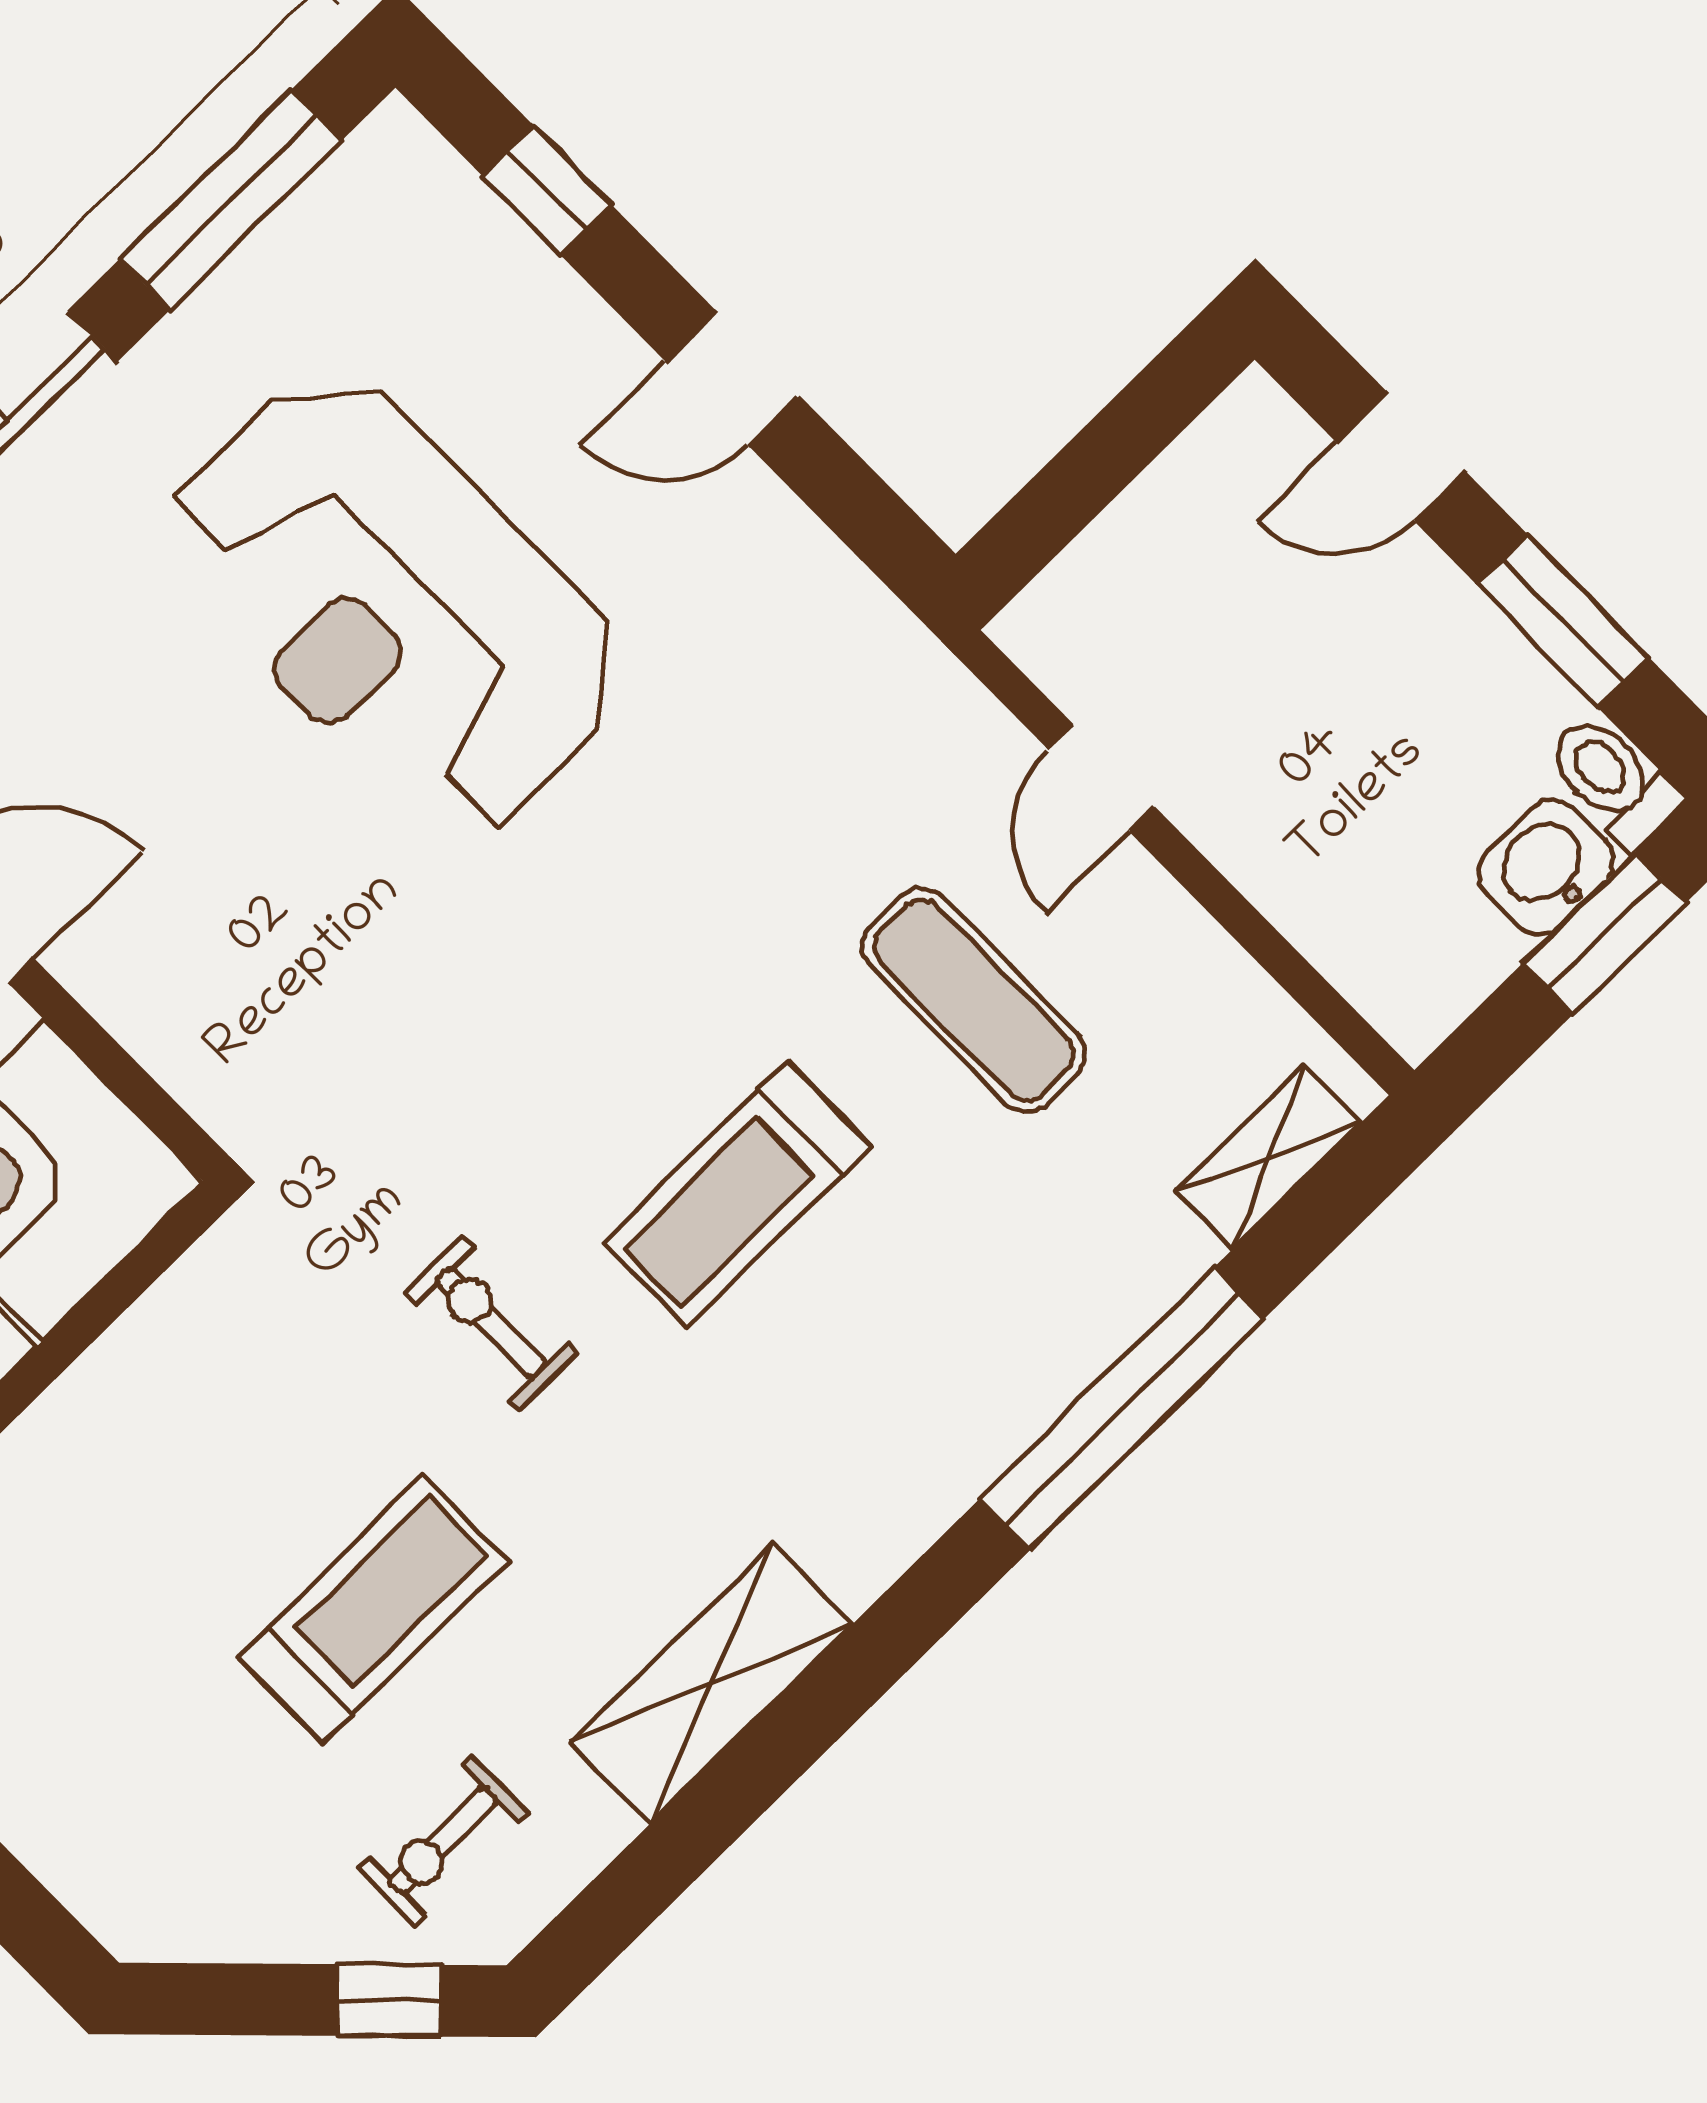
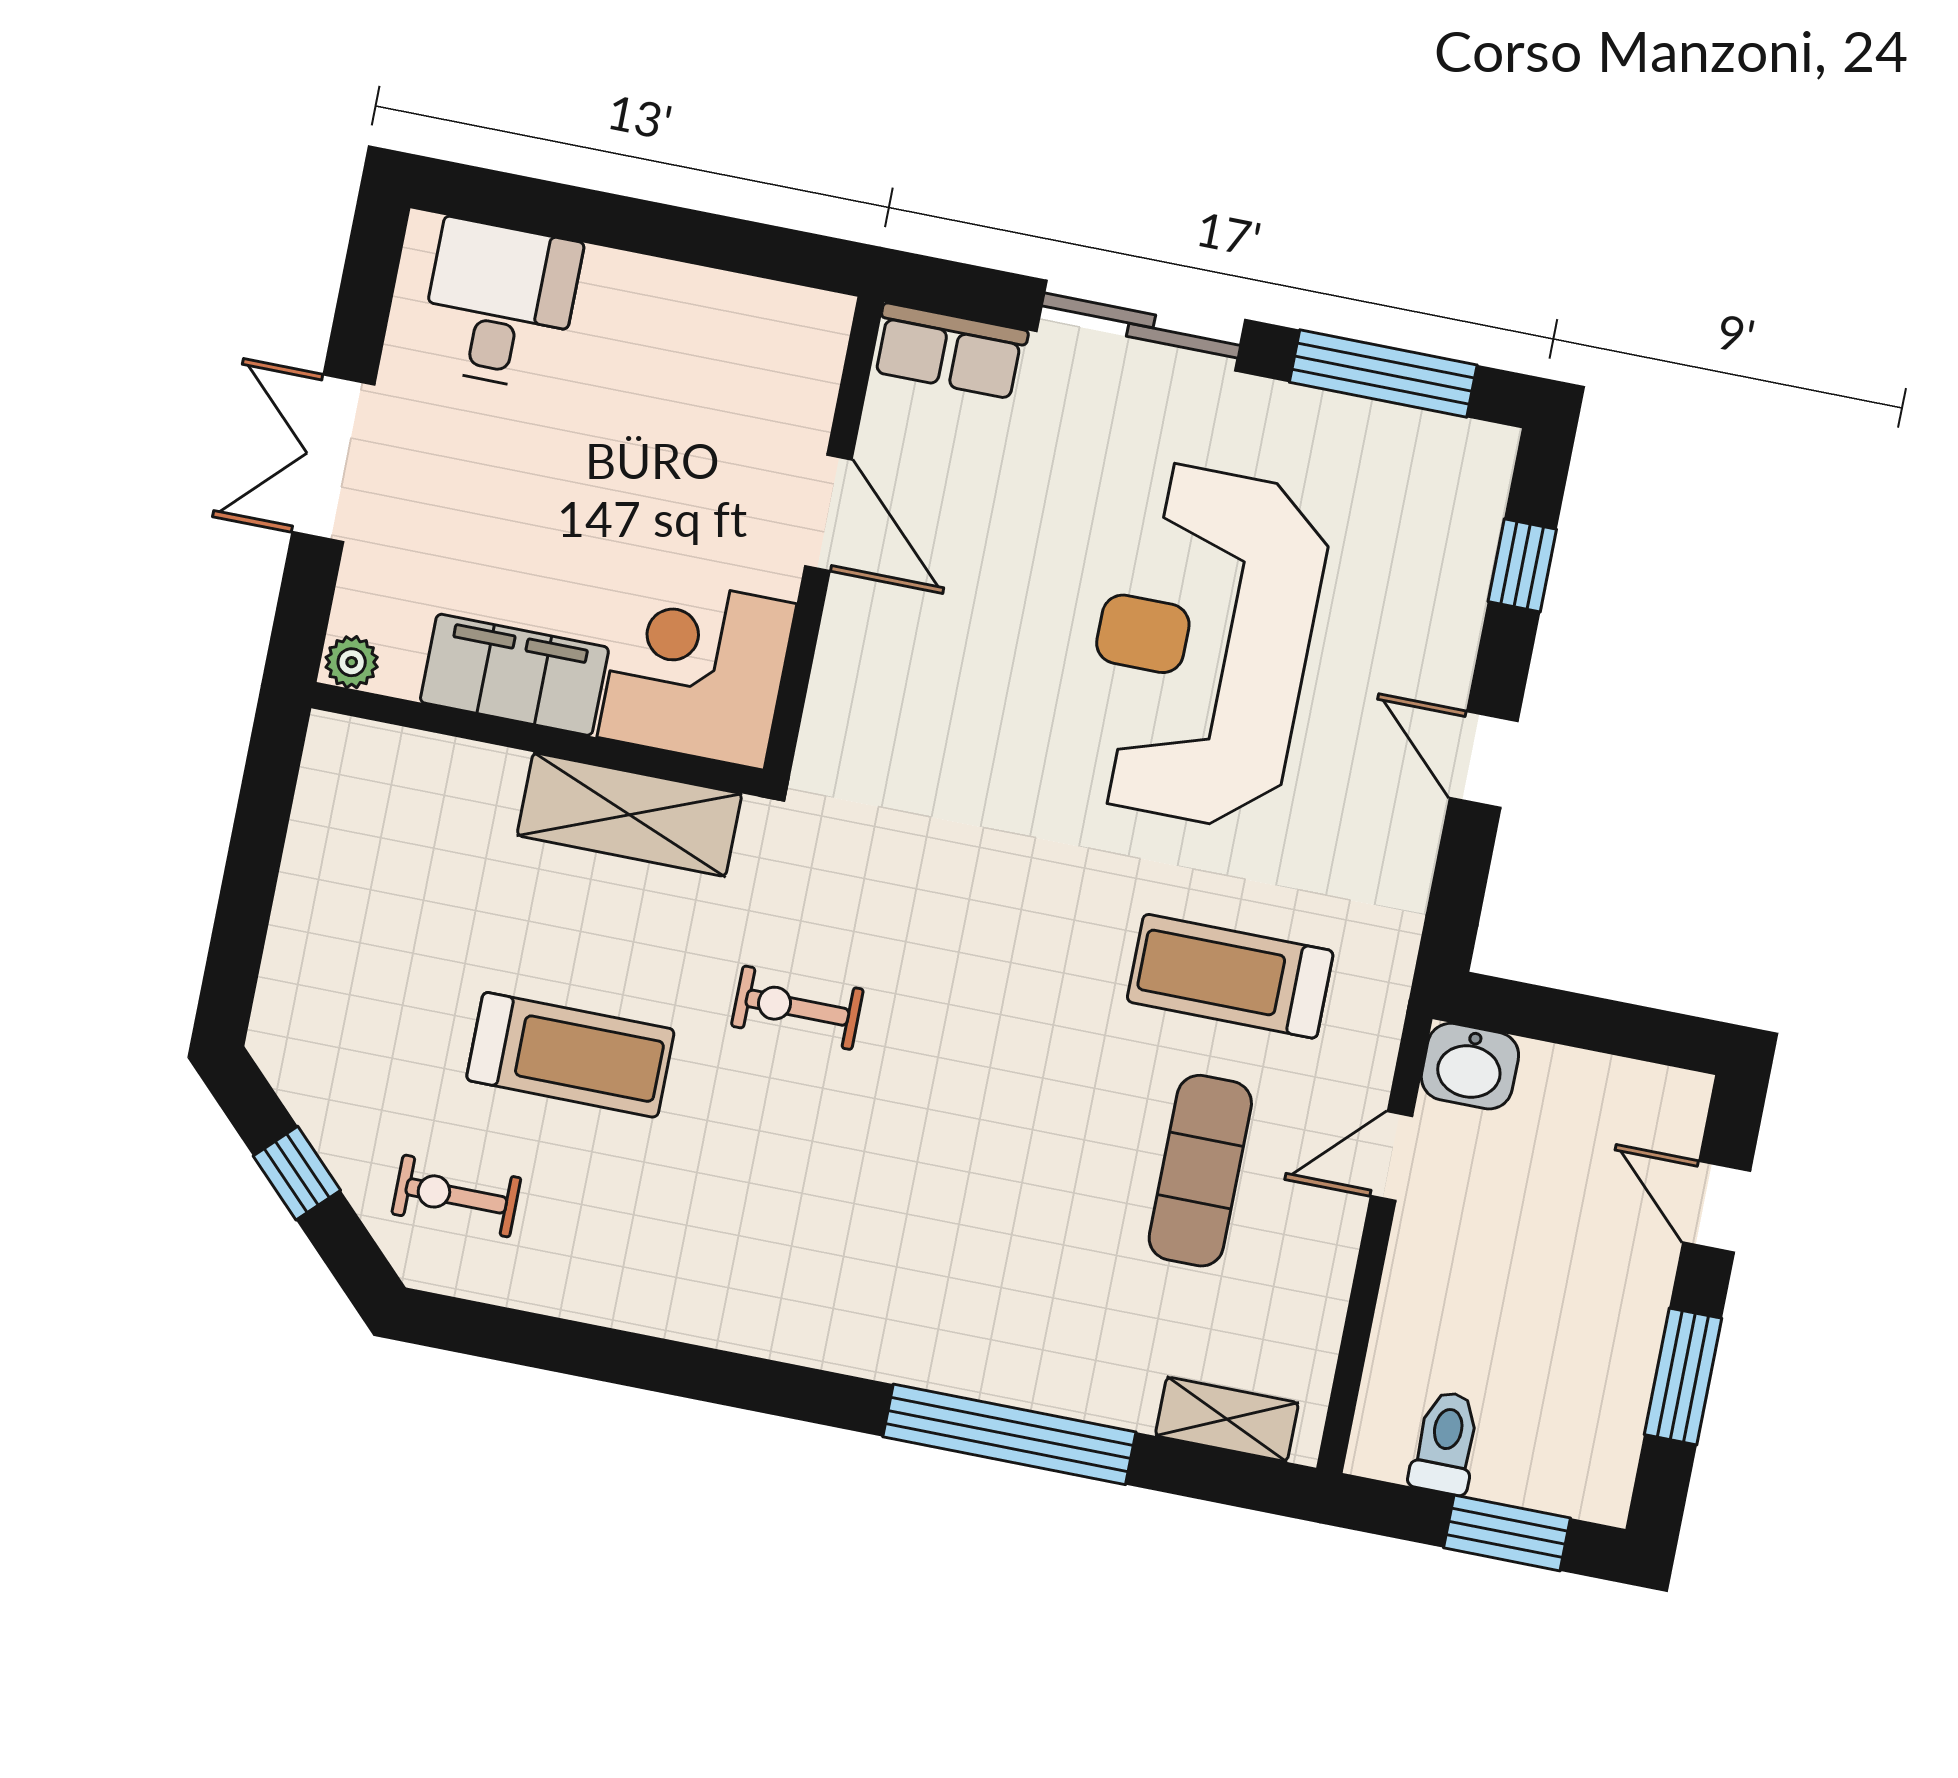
toilet: (1613, 781) -> (1445, 1443), moved
washbasin: (1546, 867) -> (1470, 1066), moved, turned 180
treadmill: (737, 1194) -> (1230, 976), moved
exercise bike: (491, 1323) -> (797, 1008), turned -90
shelving: (711, 1683) -> (629, 815), moved
window: (389, 2000) -> (297, 1173), moved

